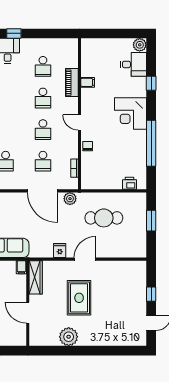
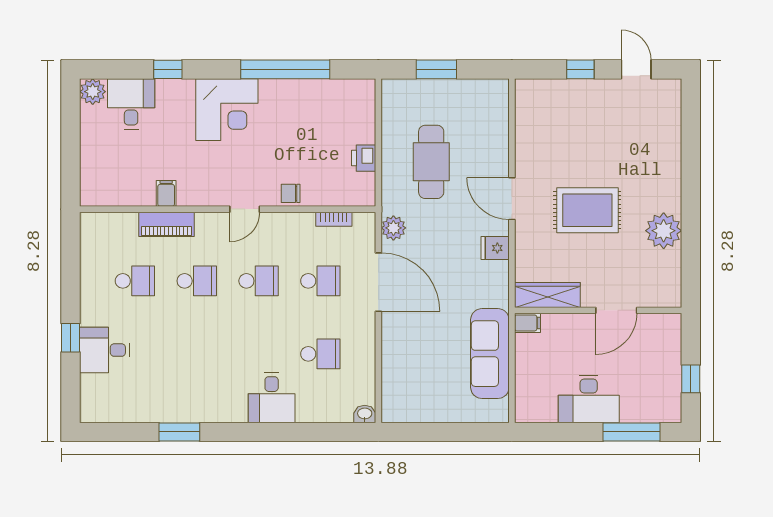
printer: (130, 183) -> (364, 158), moved
door: (42, 191) -> (378, 282), hinge flipped

